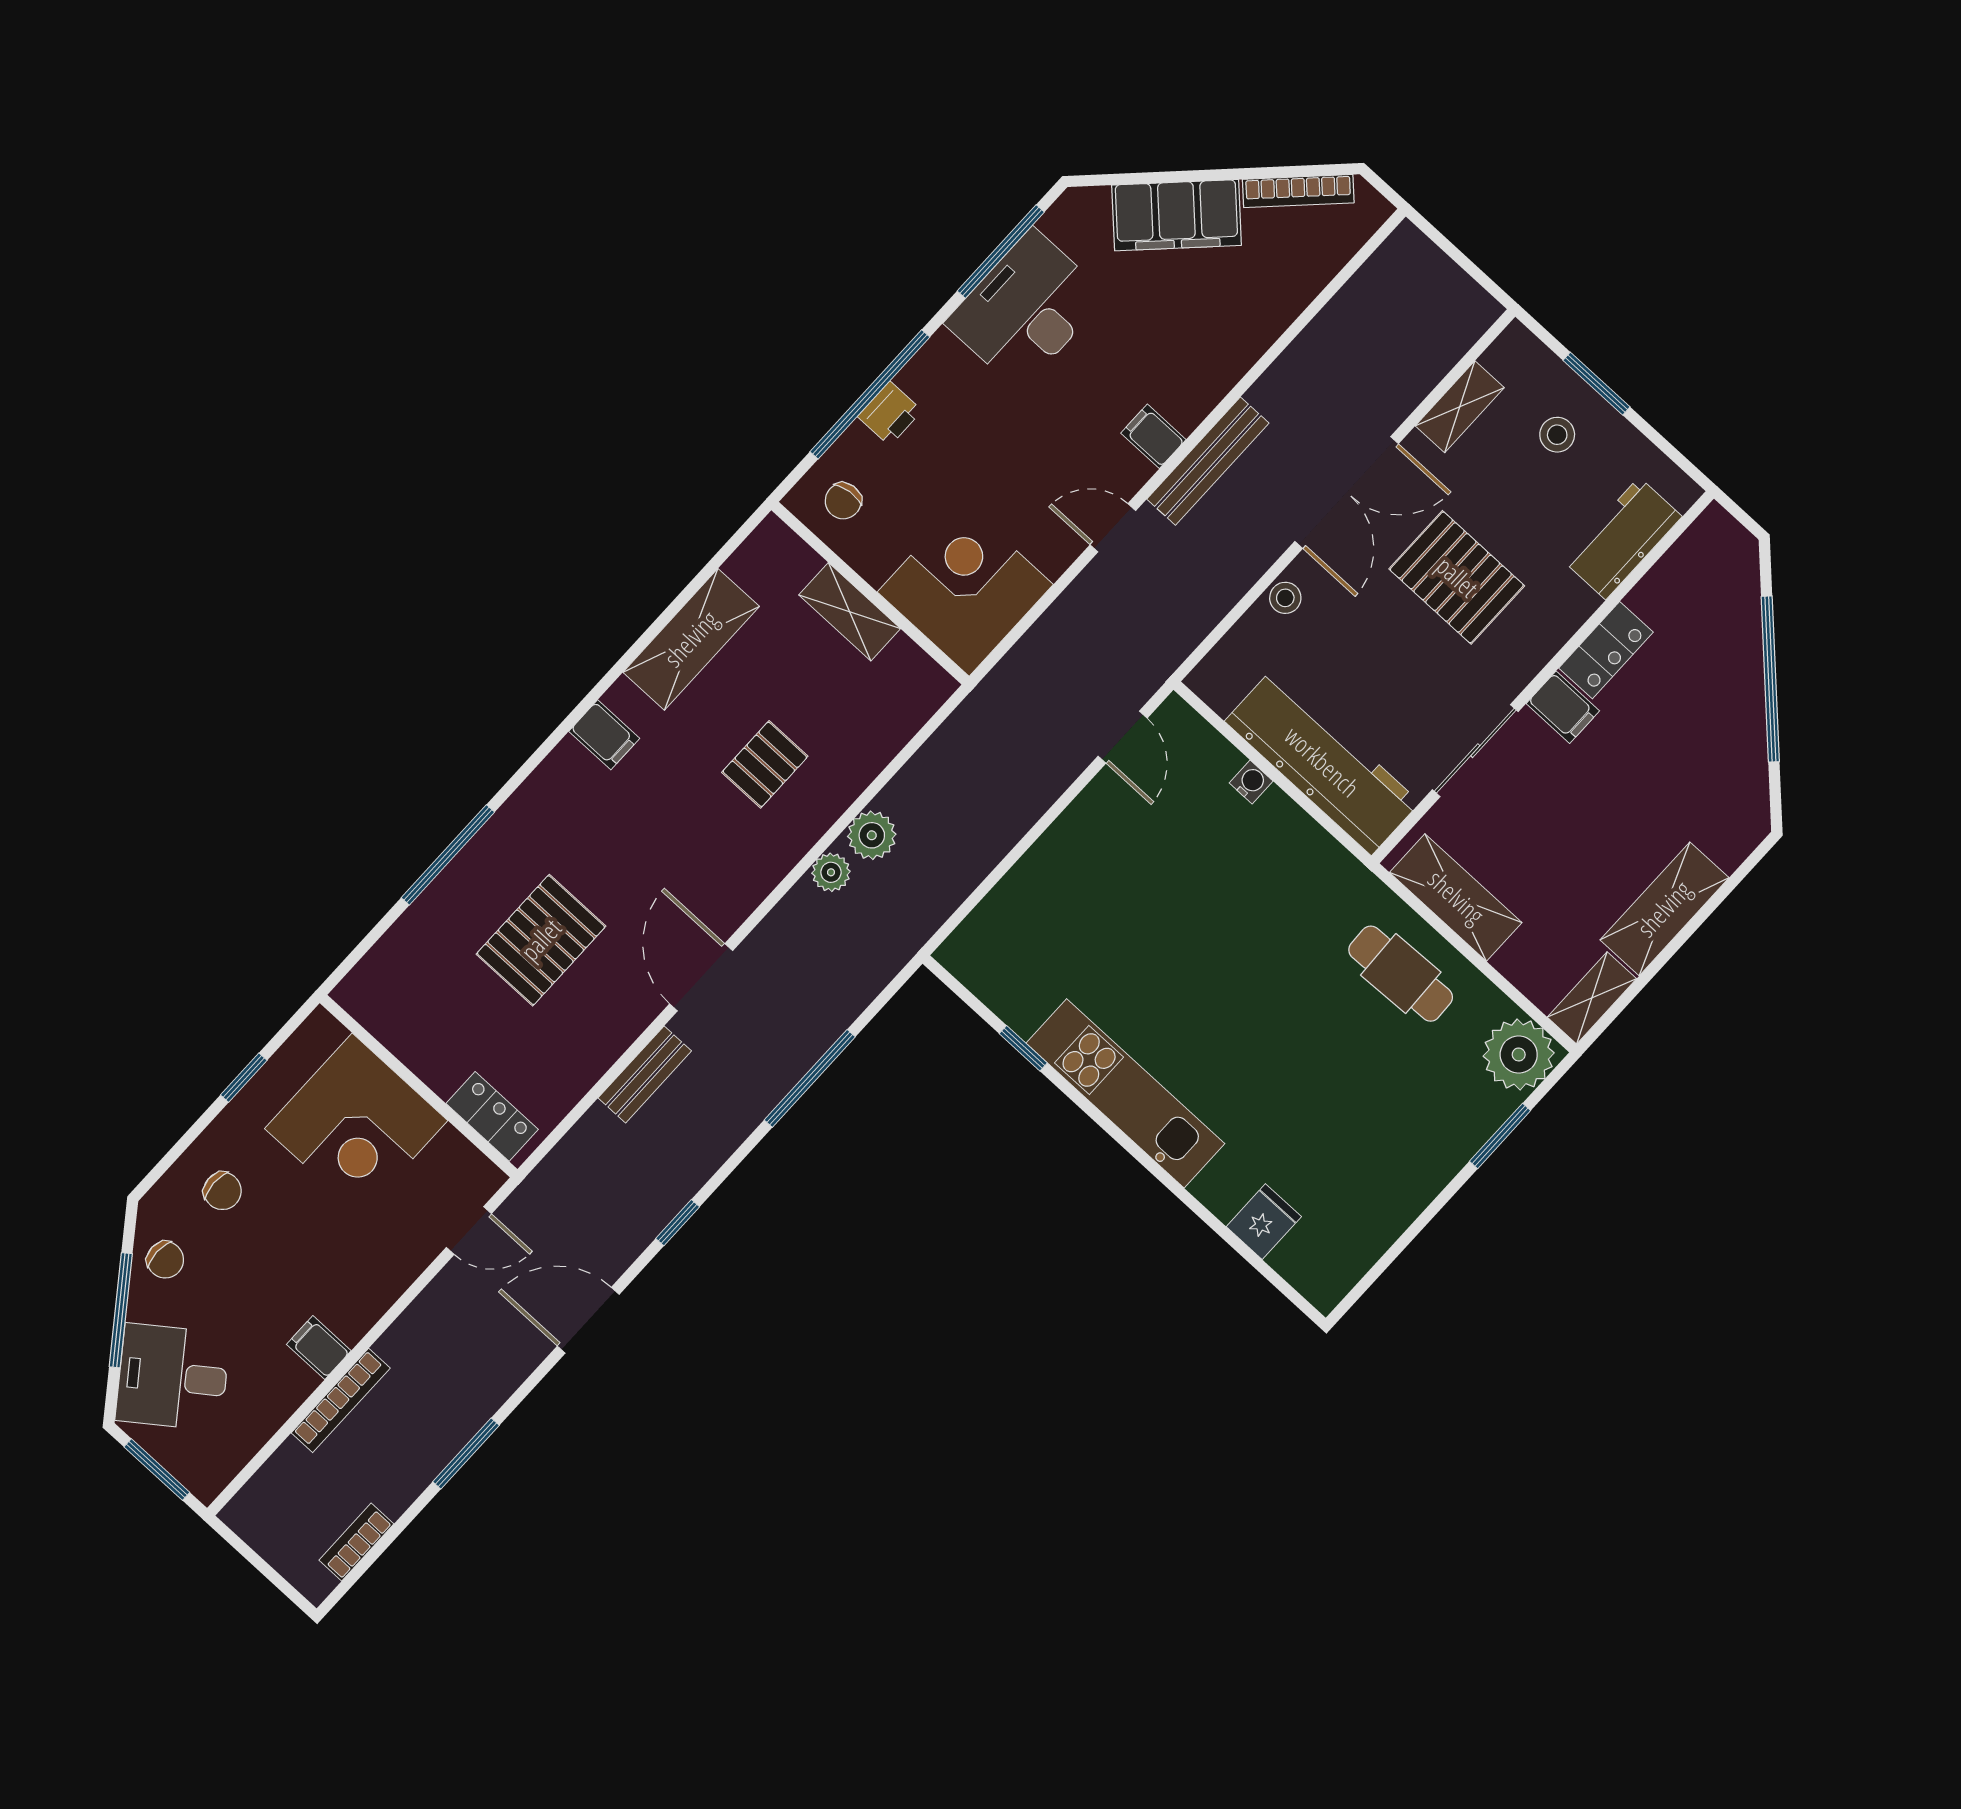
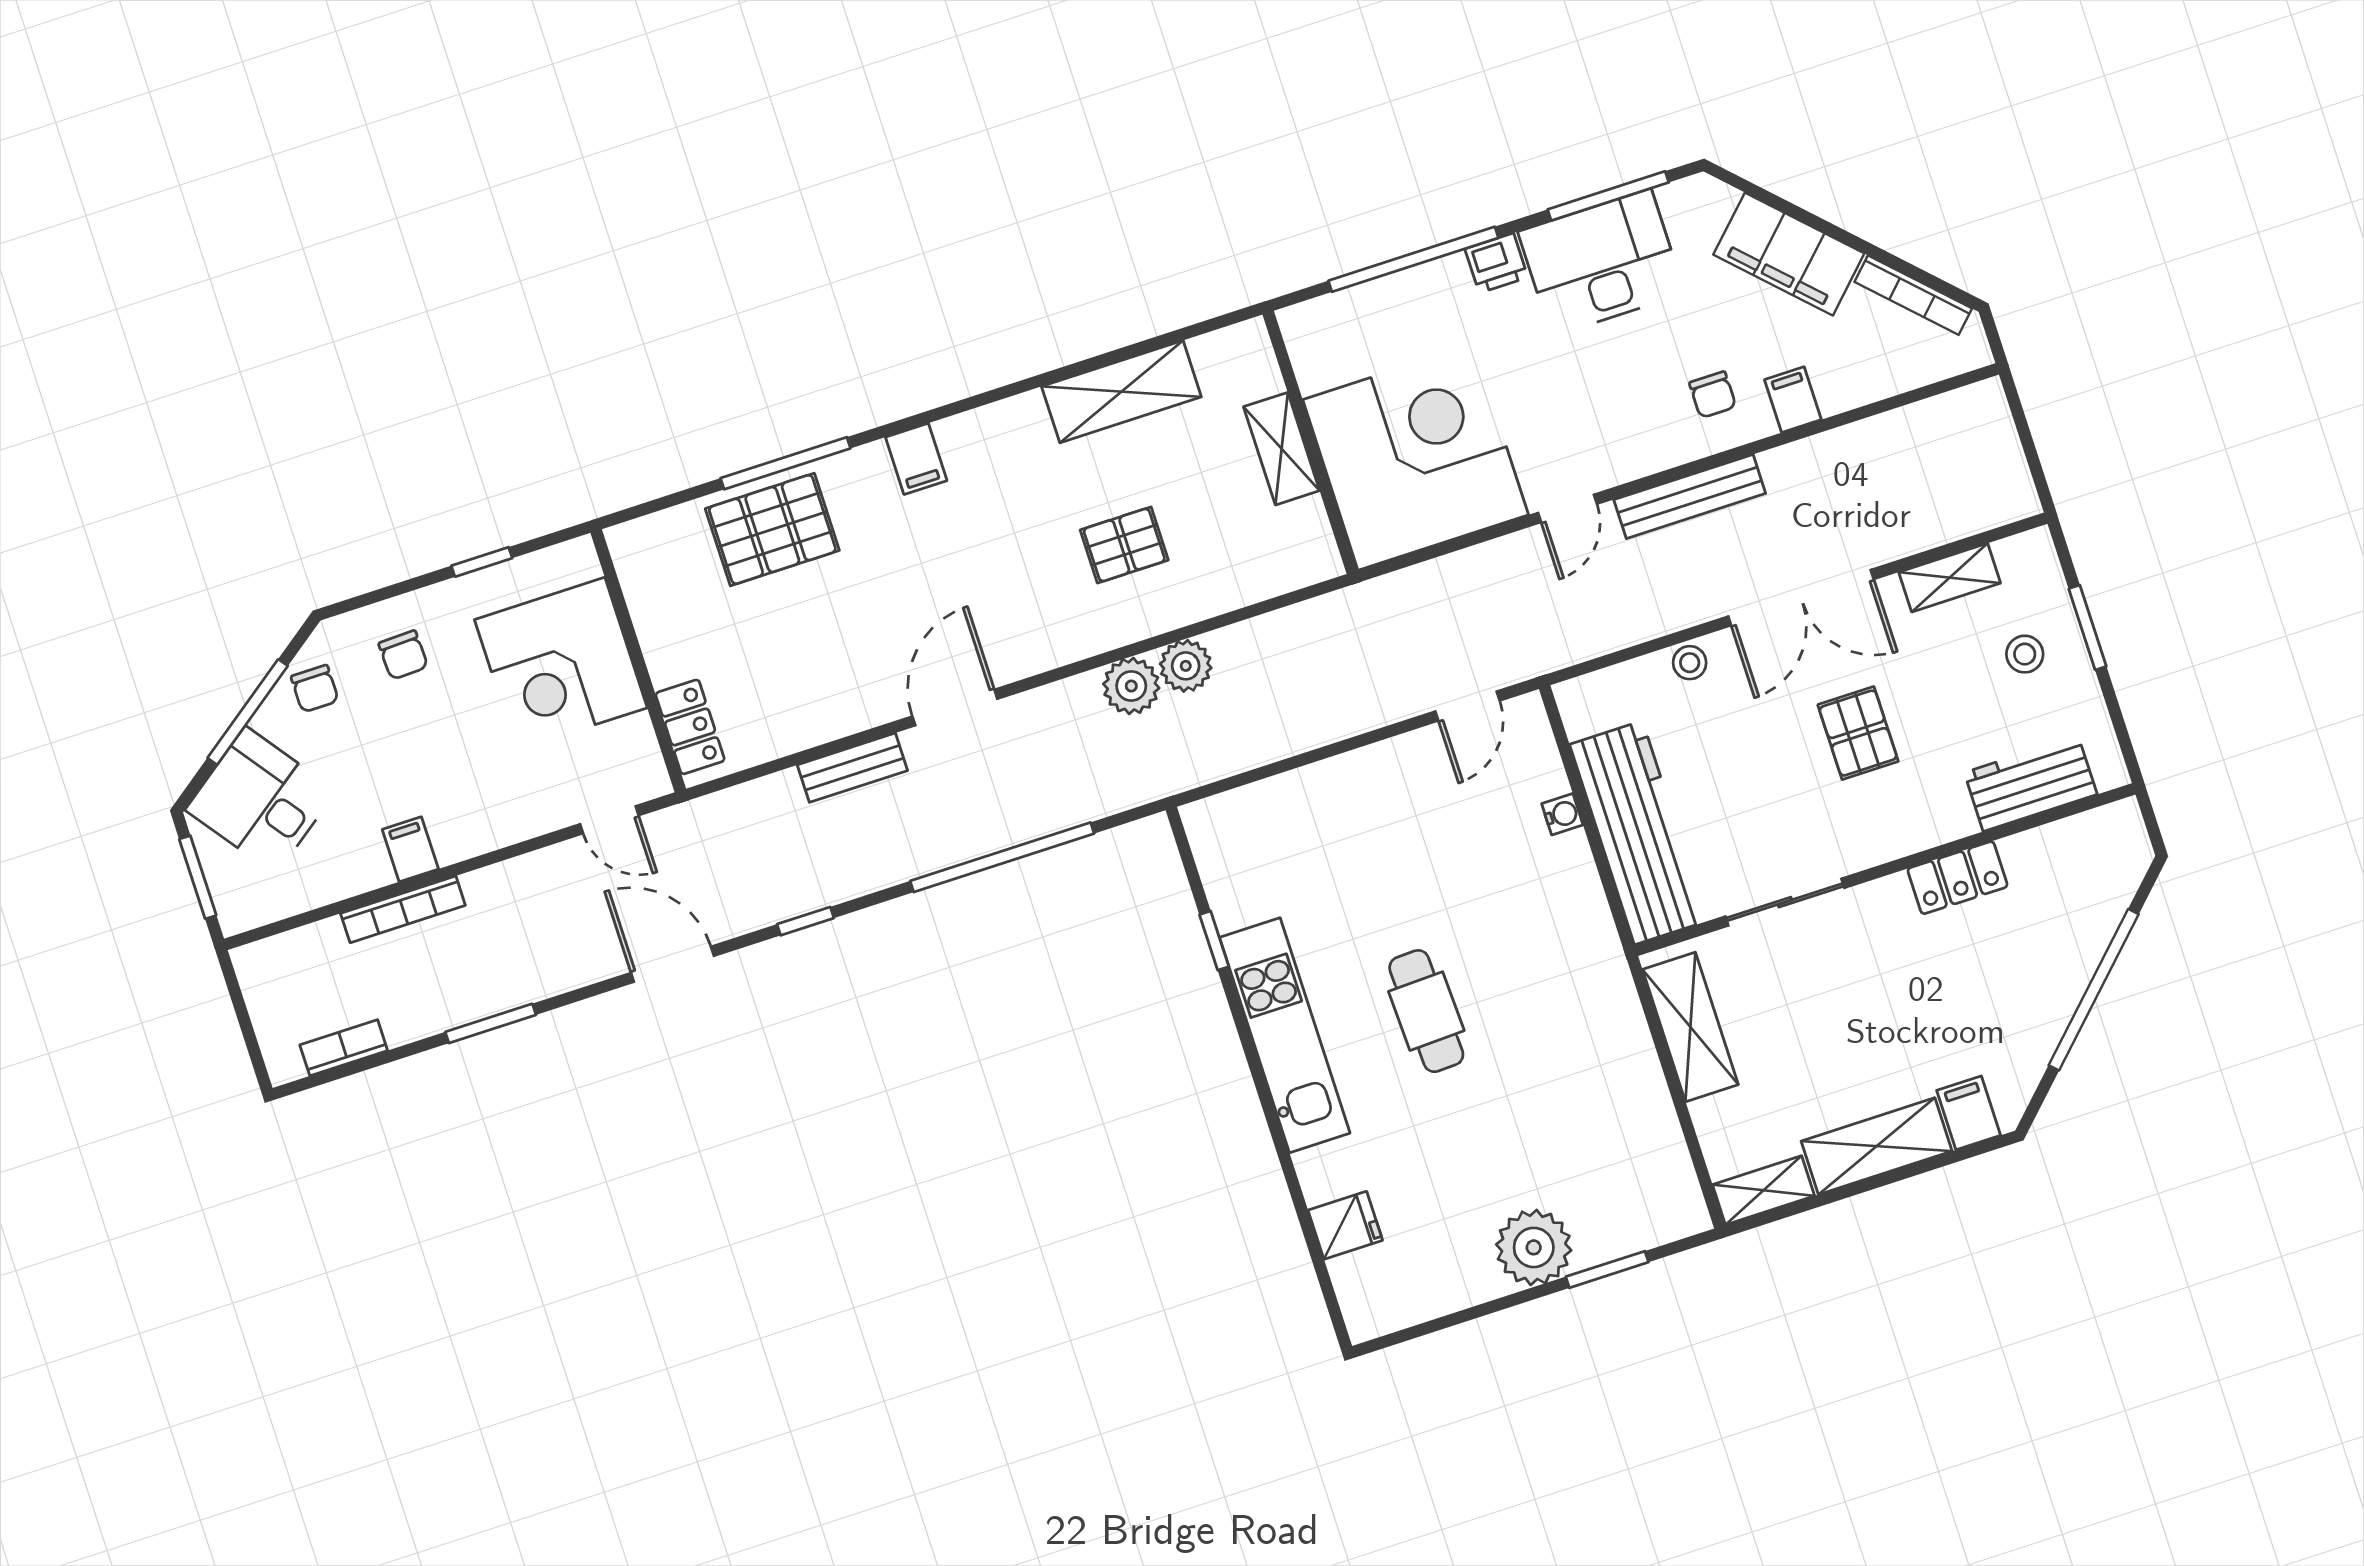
printer: (890, 414) -> (1496, 263), moved
filing cabinet: (1153, 436) -> (1793, 400), moved
chair: (843, 501) -> (1713, 395), moved, turned -84
door: (1113, 528) -> (1567, 508), swing flipped
pallet: (1457, 577) -> (1858, 733), width x0.67, depth x0.71
corner desk: (965, 588) -> (1416, 457), width x1.36, depth x1.36
filing cabinet: (1563, 707) -> (1969, 1113), moved, turned 180
filing cabinet: (604, 735) -> (916, 459), moved
plant: (831, 872) -> (1131, 686), width x1.38, depth x1.38
pallet: (541, 940) -> (772, 529), moved
cafe table: (1401, 974) -> (1426, 1011), moved
plant: (1519, 1055) -> (1534, 1247), moved
window: (810, 1078) -> (1002, 857), width x1.46

